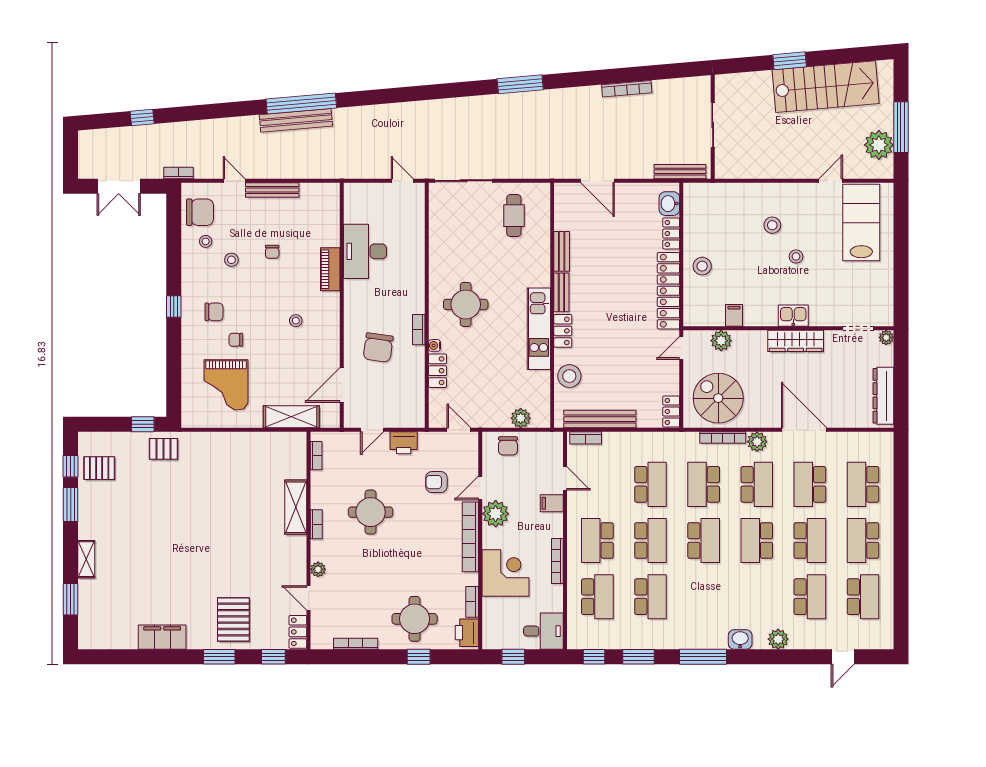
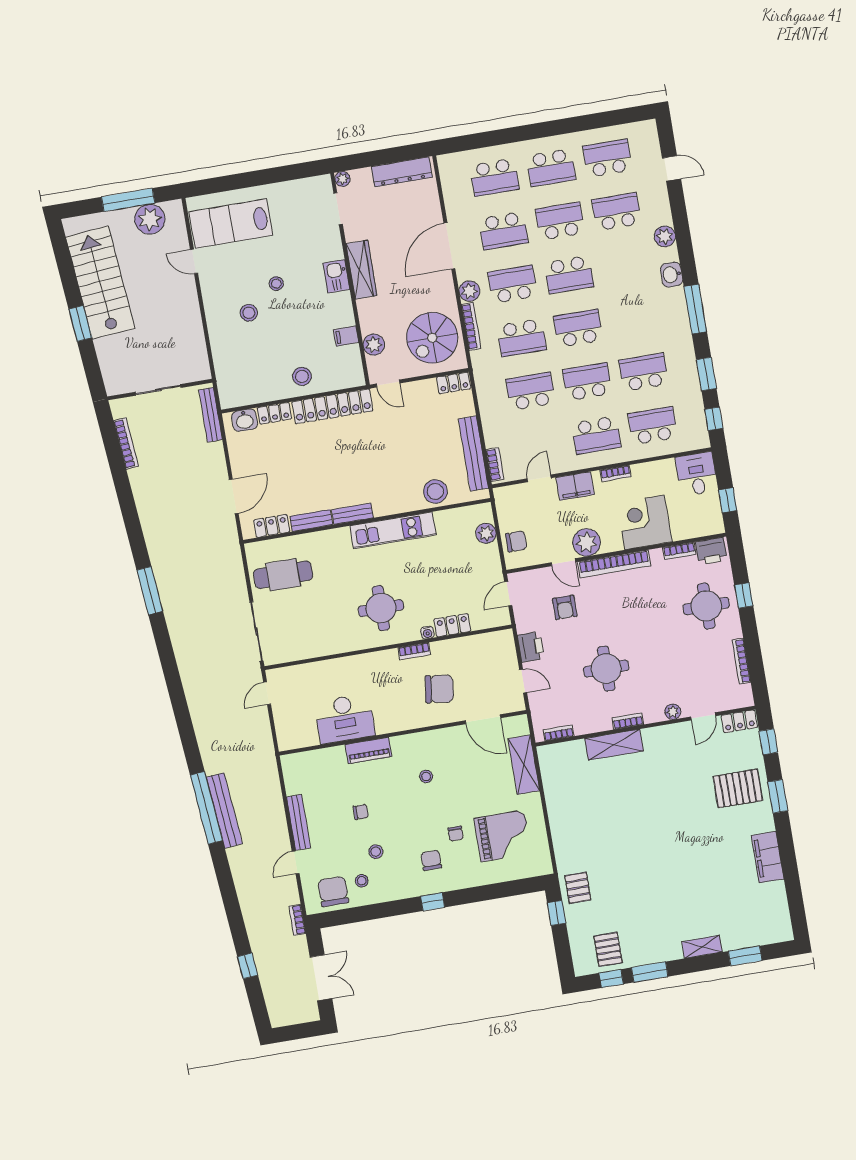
bookcase: (627, 89) -> (126, 443), moved
cafe table: (514, 216) -> (283, 575), width x1.37, depth x1.35
locker: (563, 331) -> (272, 526), moved
filing cabinet: (552, 503) -> (575, 486), width x2.00
bookcase: (557, 561) -> (615, 473), width x0.64

